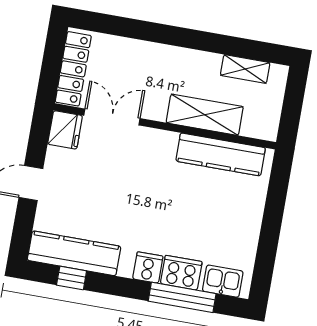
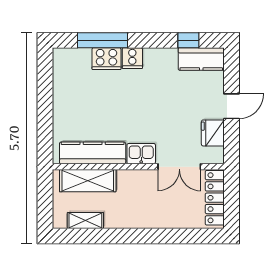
shelving: (205, 115) -> (88, 181), moved
fridge: (65, 130) -> (213, 133), moved
kitchen counter: (74, 253) -> (201, 59), width x0.67
kitchen sink: (223, 281) -> (141, 154), moved, turned 180

